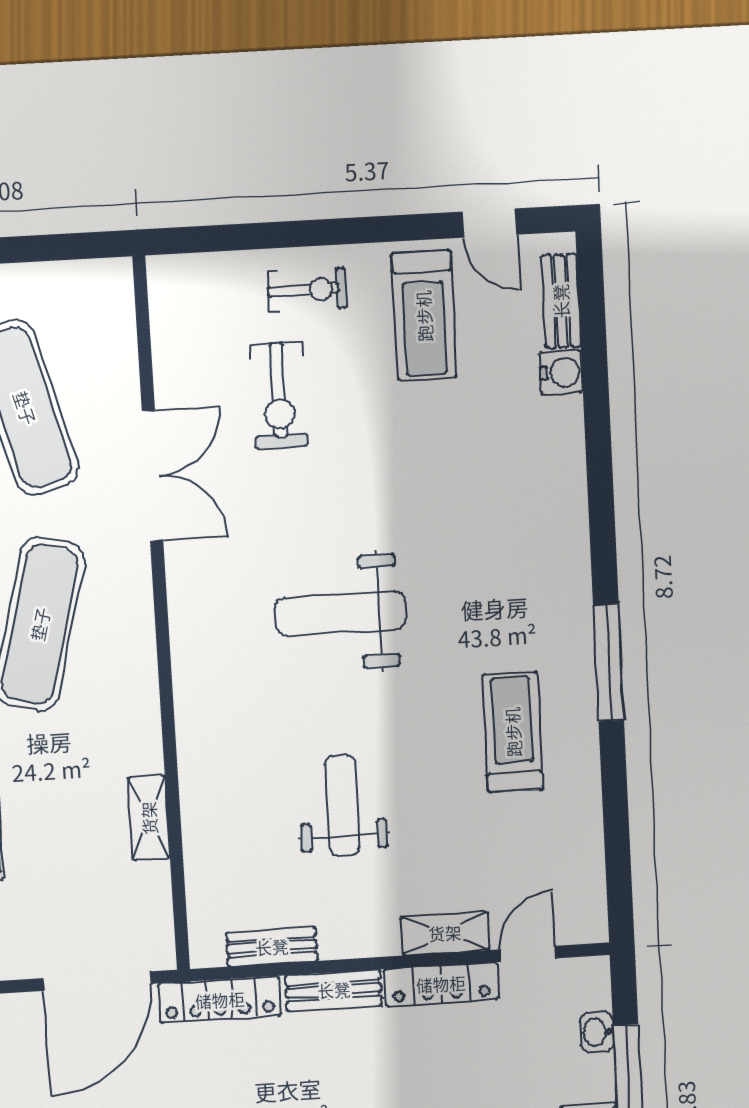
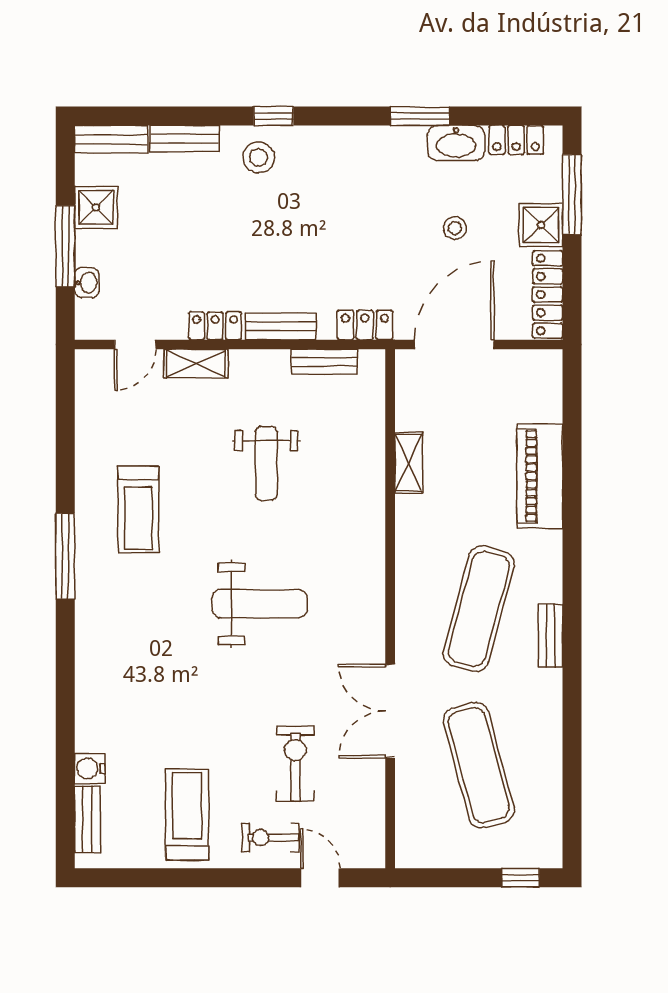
door: (490, 223) -> (320, 878), moved
locker: (441, 984) -> (215, 326), width x0.66
locker: (220, 1000) -> (365, 325), width x0.66

